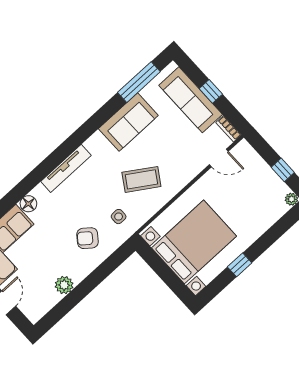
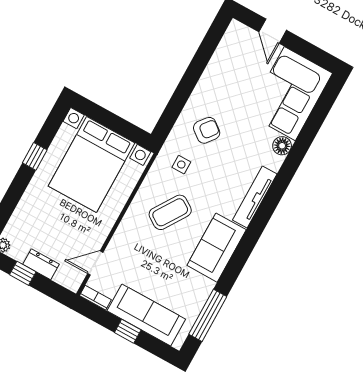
sofa: (128, 122) -> (217, 248), moved
dresser: (265, 172) -> (41, 264), added
plant: (64, 285) -> (215, 72), removed

